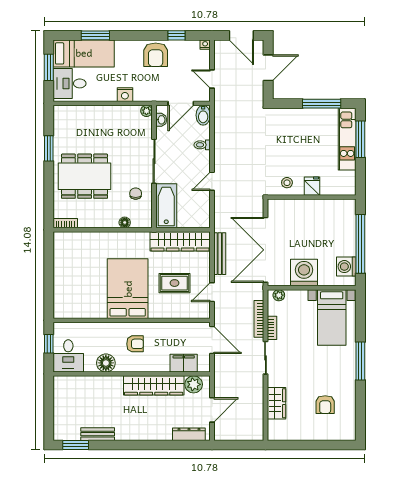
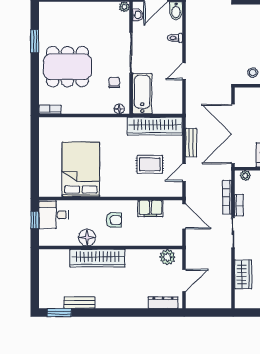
floor lamp: (125, 222) -> (119, 109), moved
bench: (220, 254) -> (191, 143), width x0.73
bed: (128, 289) -> (81, 169), moved
desk: (68, 356) -> (54, 215), moved, turned 90
filing cabinet: (184, 363) -> (150, 208), moved, turned 180
wardrobe: (154, 385) -> (97, 258), moved

